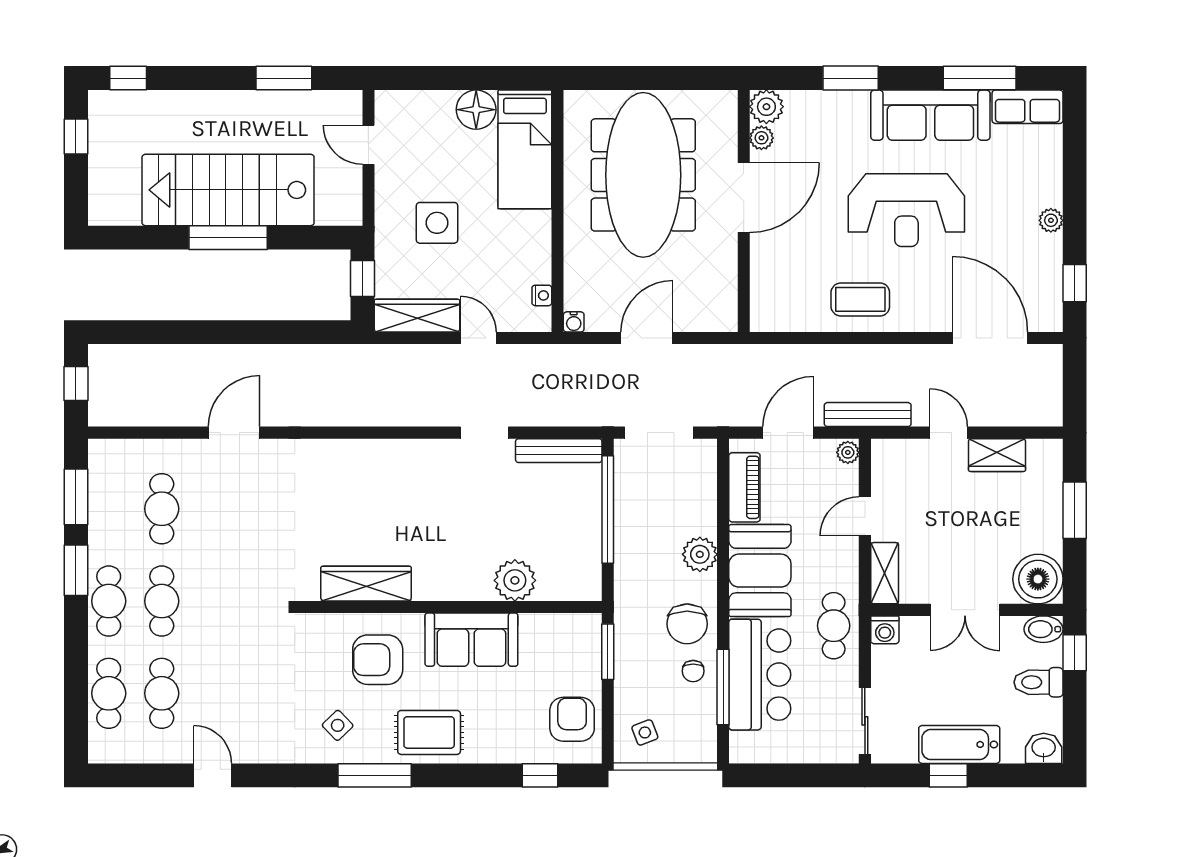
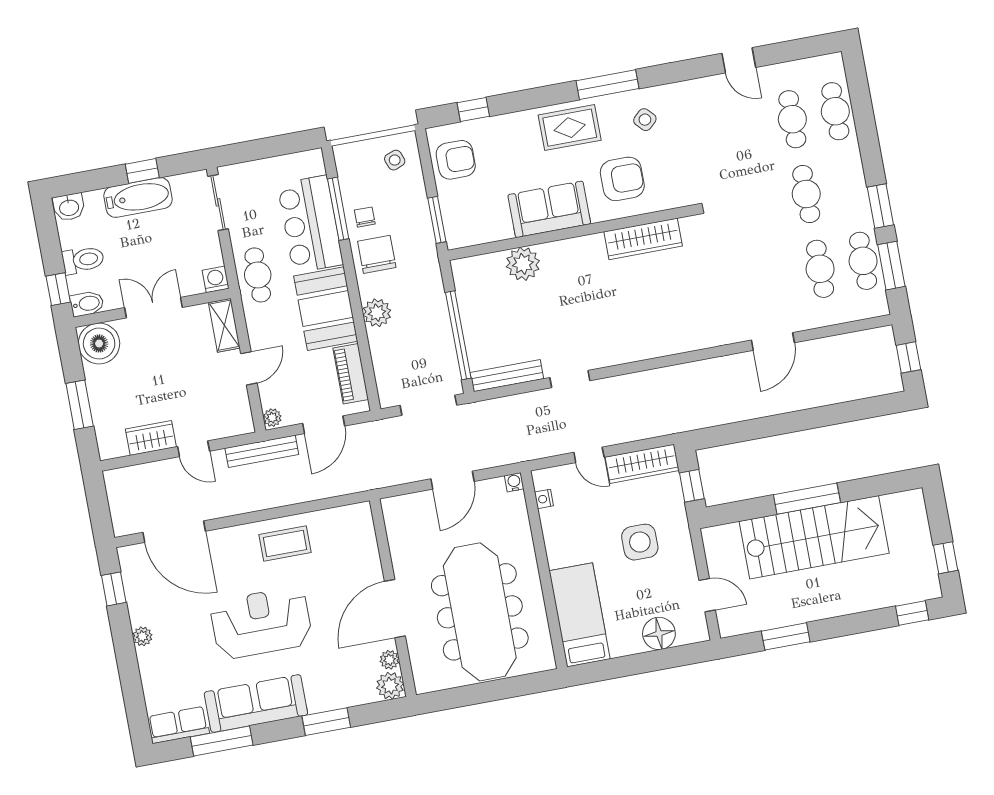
floor lamp: (476, 110) -> (659, 633), moved
cafe table: (109, 601) -> (863, 261), moved
armchair: (572, 719) -> (456, 160), turned -90

